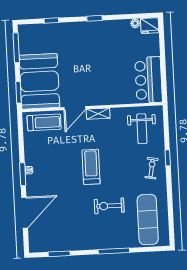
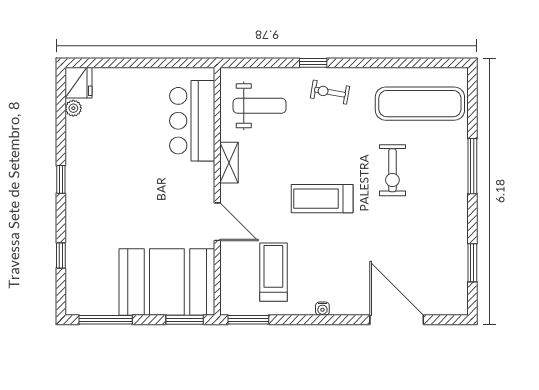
bar counter: (149, 80) -> (192, 121), moved, turned 90
shelving: (98, 114) -> (229, 163), moved
treadmill: (44, 122) -> (273, 272), moved
window: (23, 174) -> (248, 320), moved

